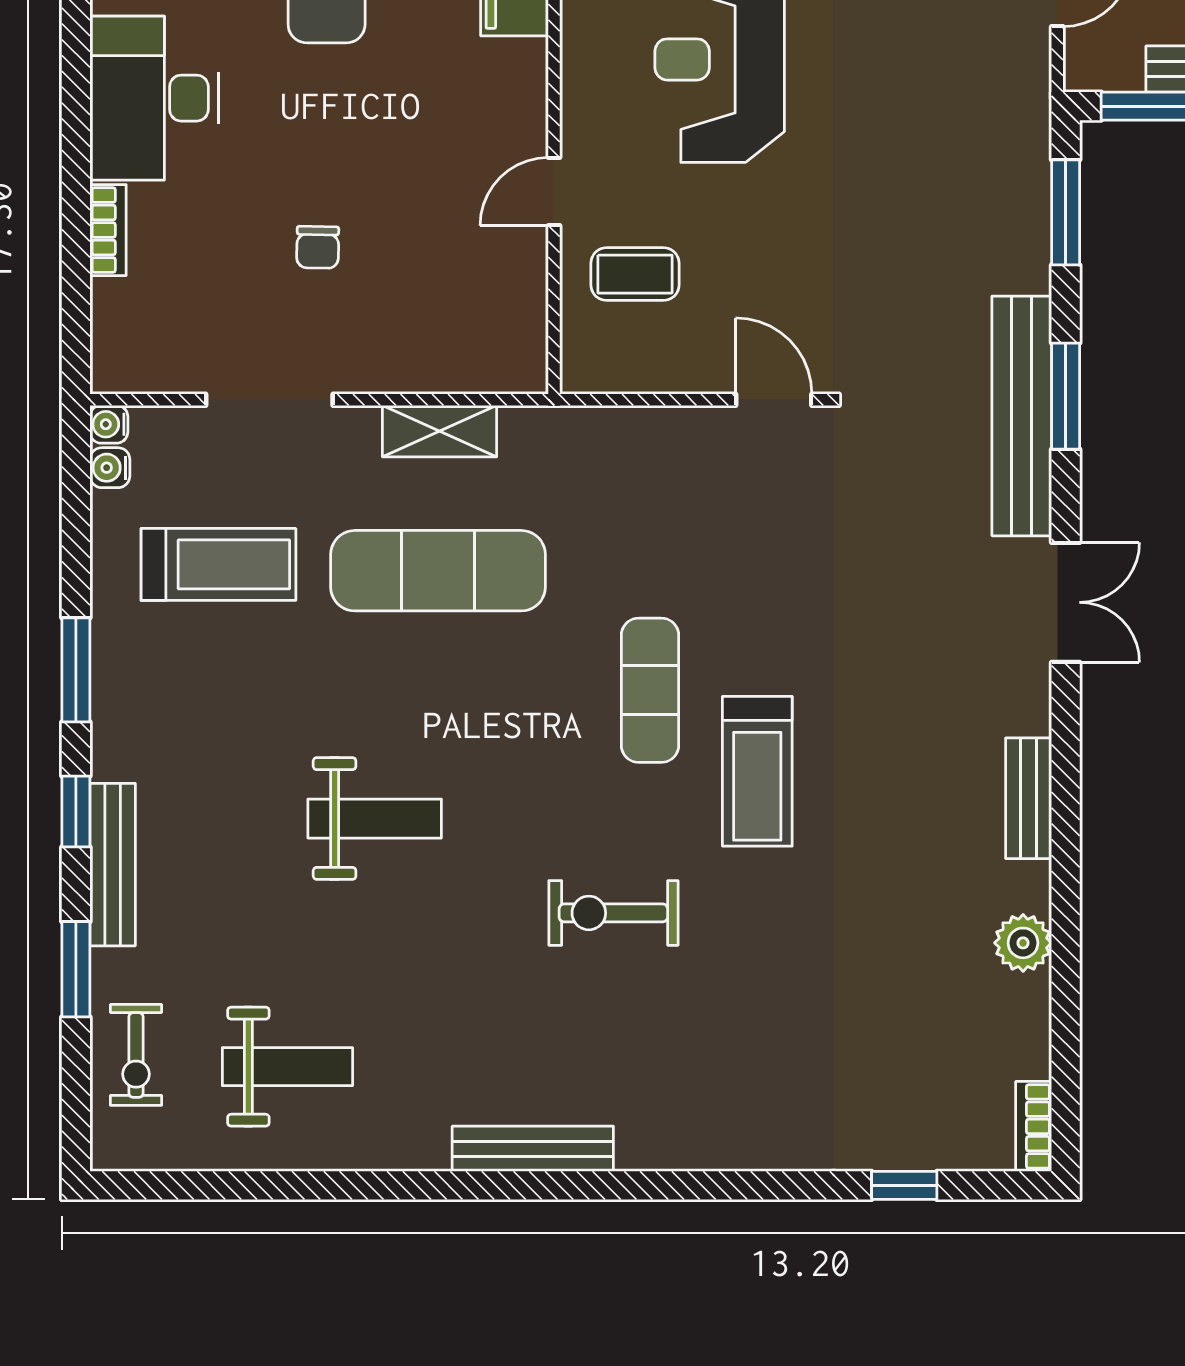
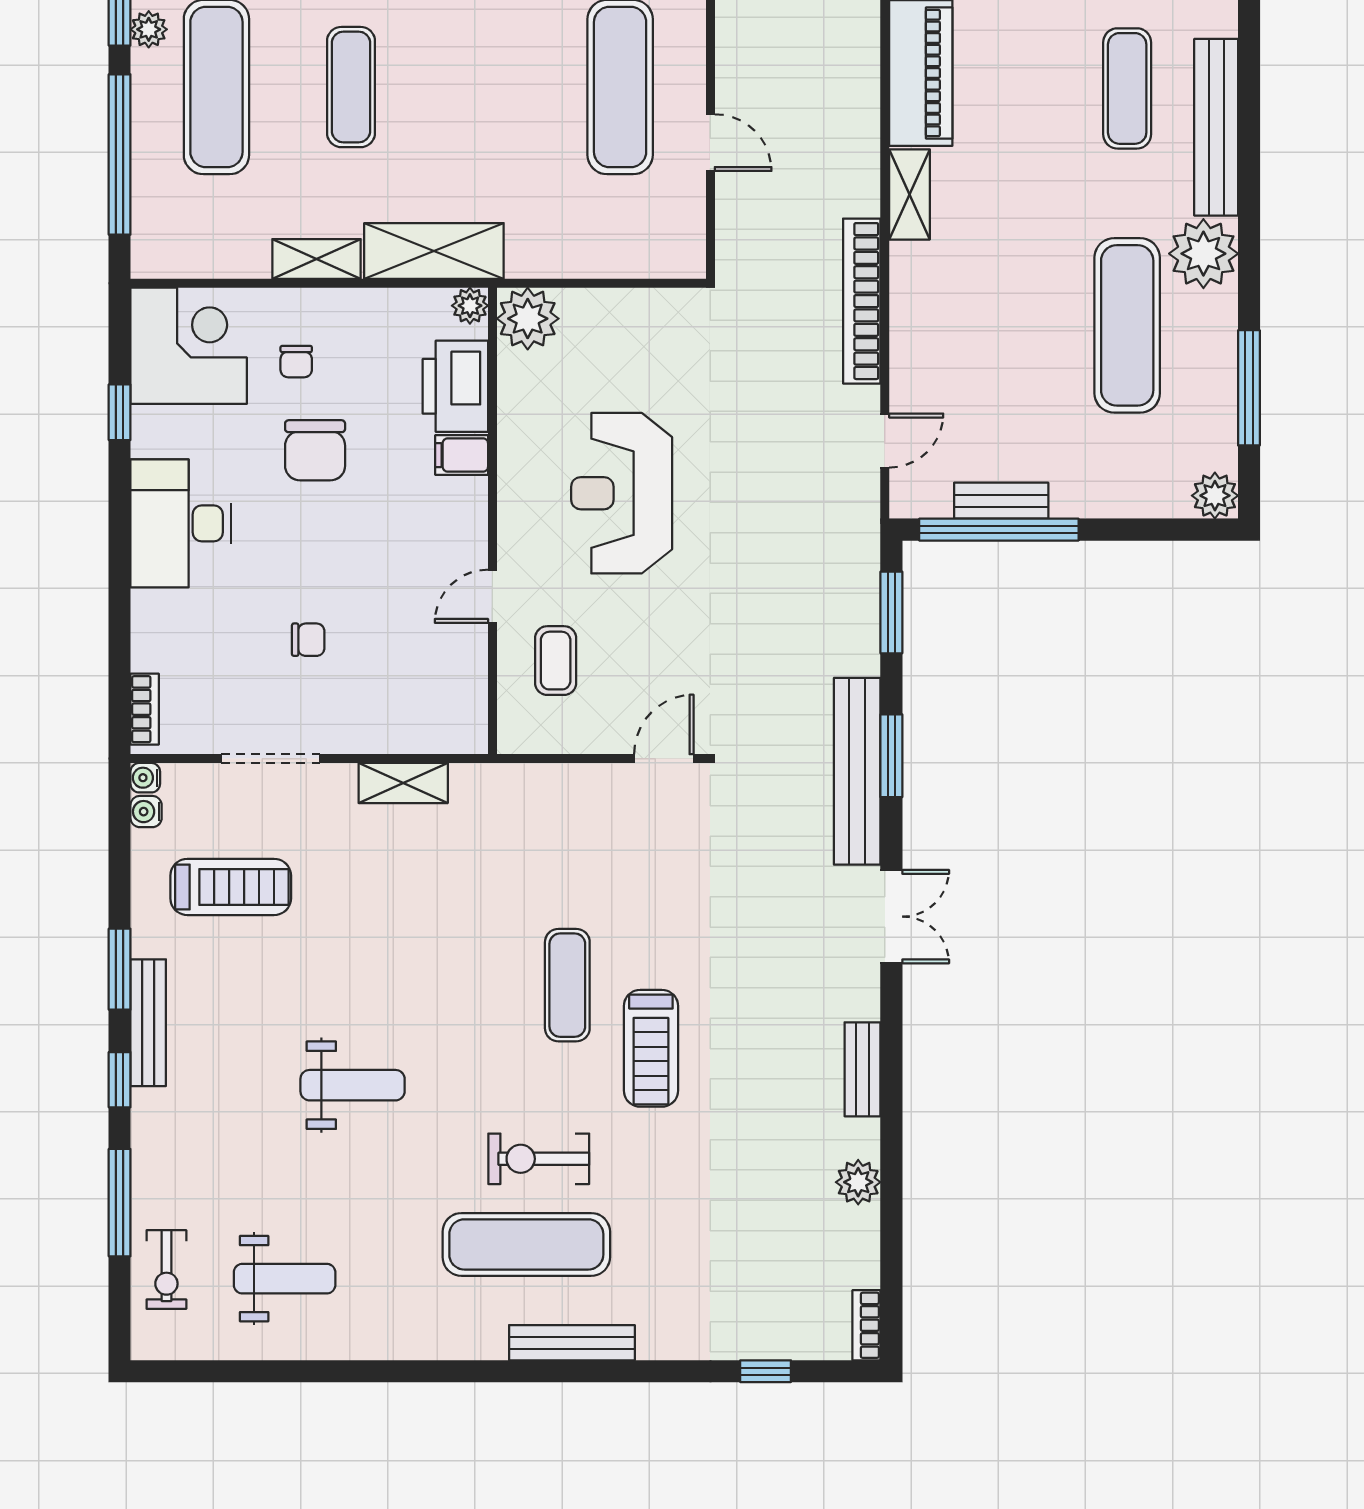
bookcase: (108, 230) -> (145, 709), moved
chair: (318, 247) -> (308, 640), turned -91
coffee table: (635, 274) -> (556, 661), turned 90
door: (774, 400) -> (664, 759), hinge flipped
exercise mat: (438, 571) -> (526, 1244), moved
bench: (113, 865) -> (148, 1023), moved
window: (76, 969) -> (120, 1203), width x1.44
bench: (533, 1149) -> (572, 1343), moved

